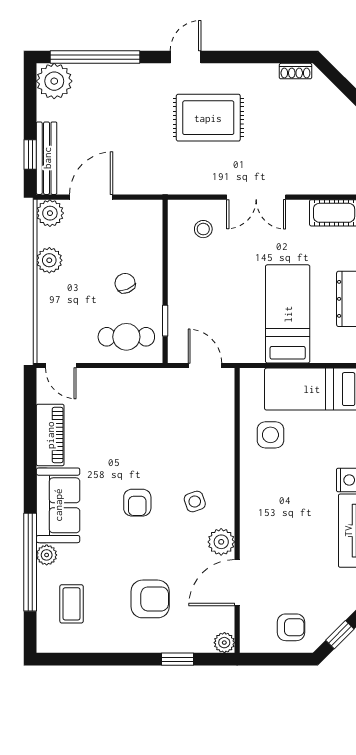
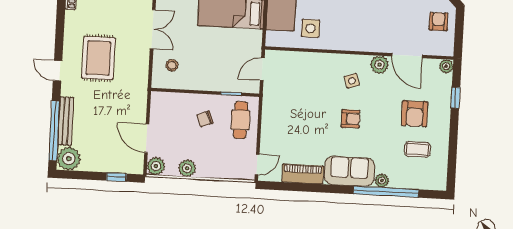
bench: (47, 158) -> (66, 121), moved, turned 90
armchair: (150, 599) -> (415, 114), turned 180
coffee table: (72, 604) -> (417, 149), moved

